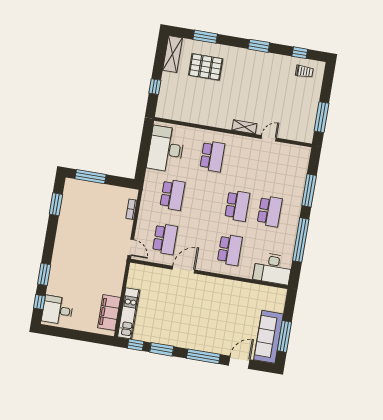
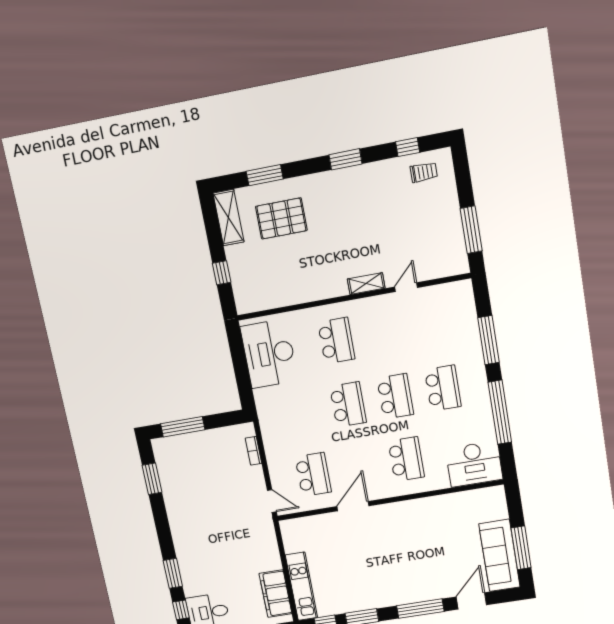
school desk: (172, 195) -> (348, 404), moved

